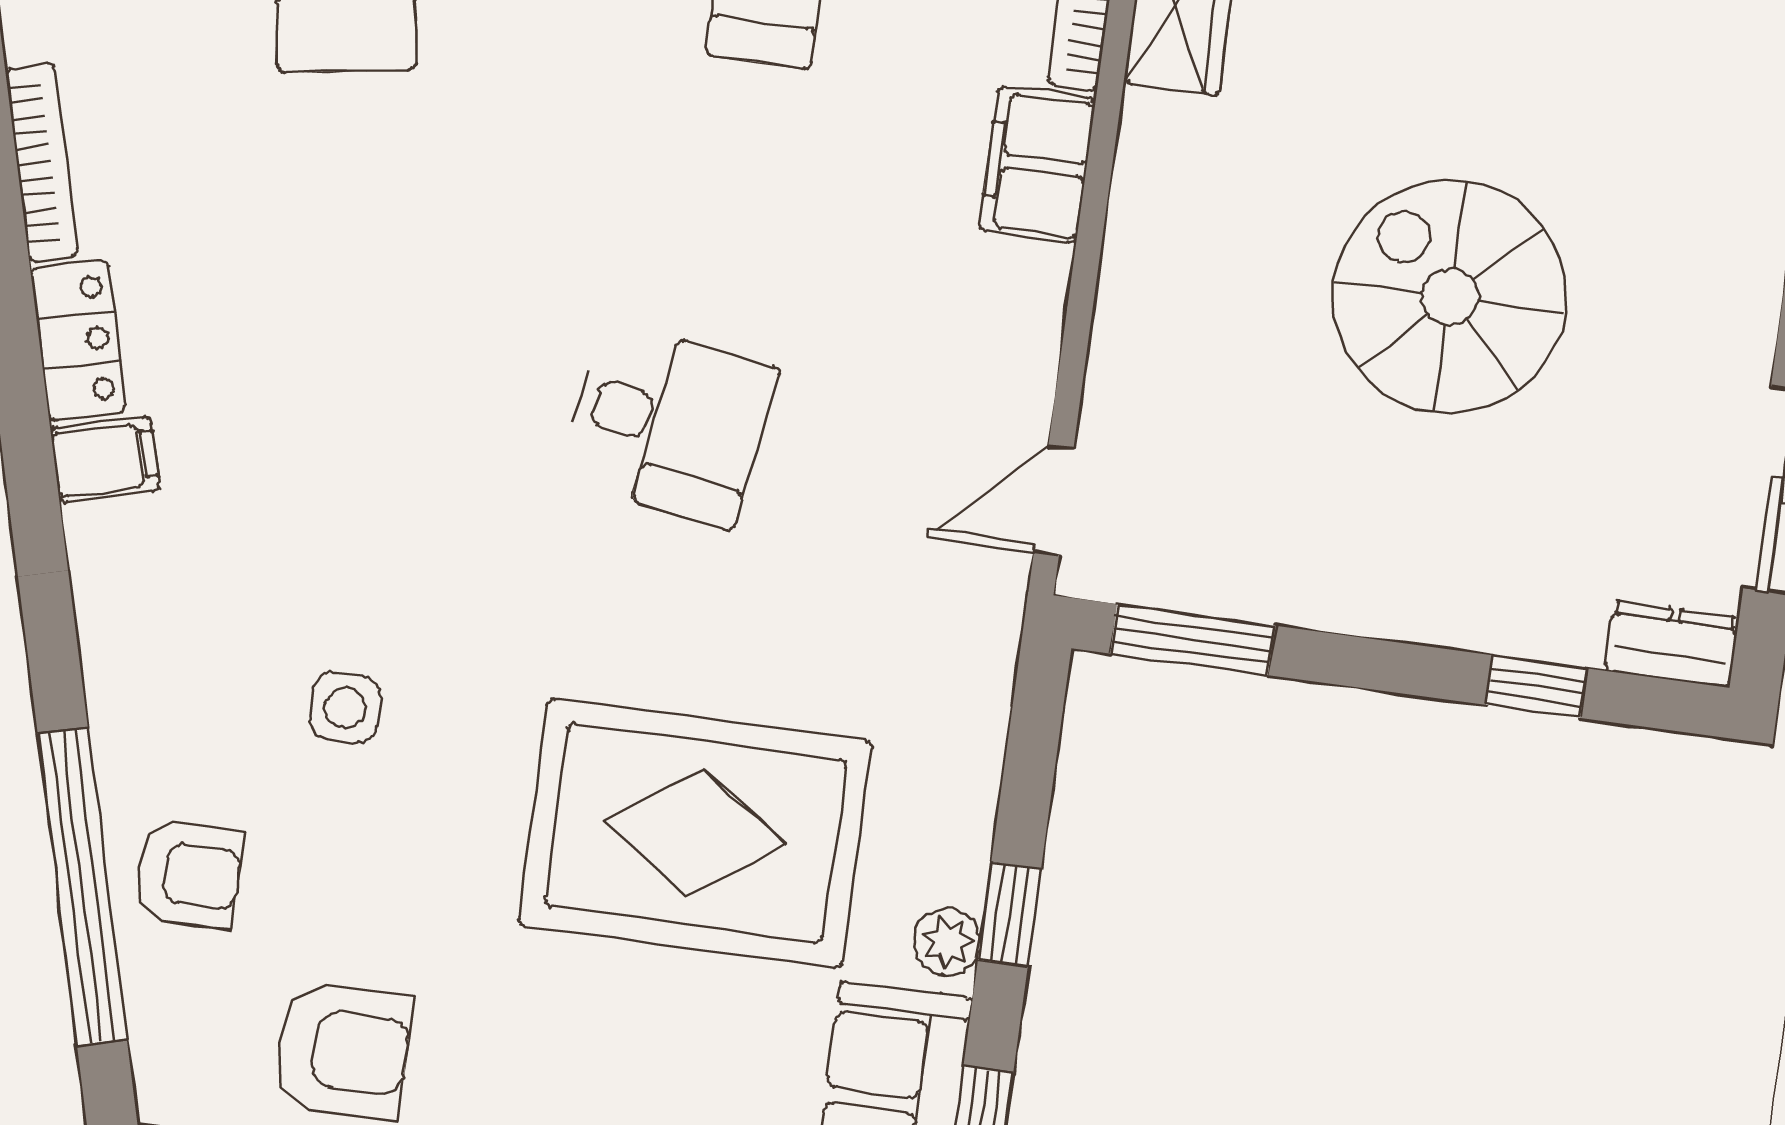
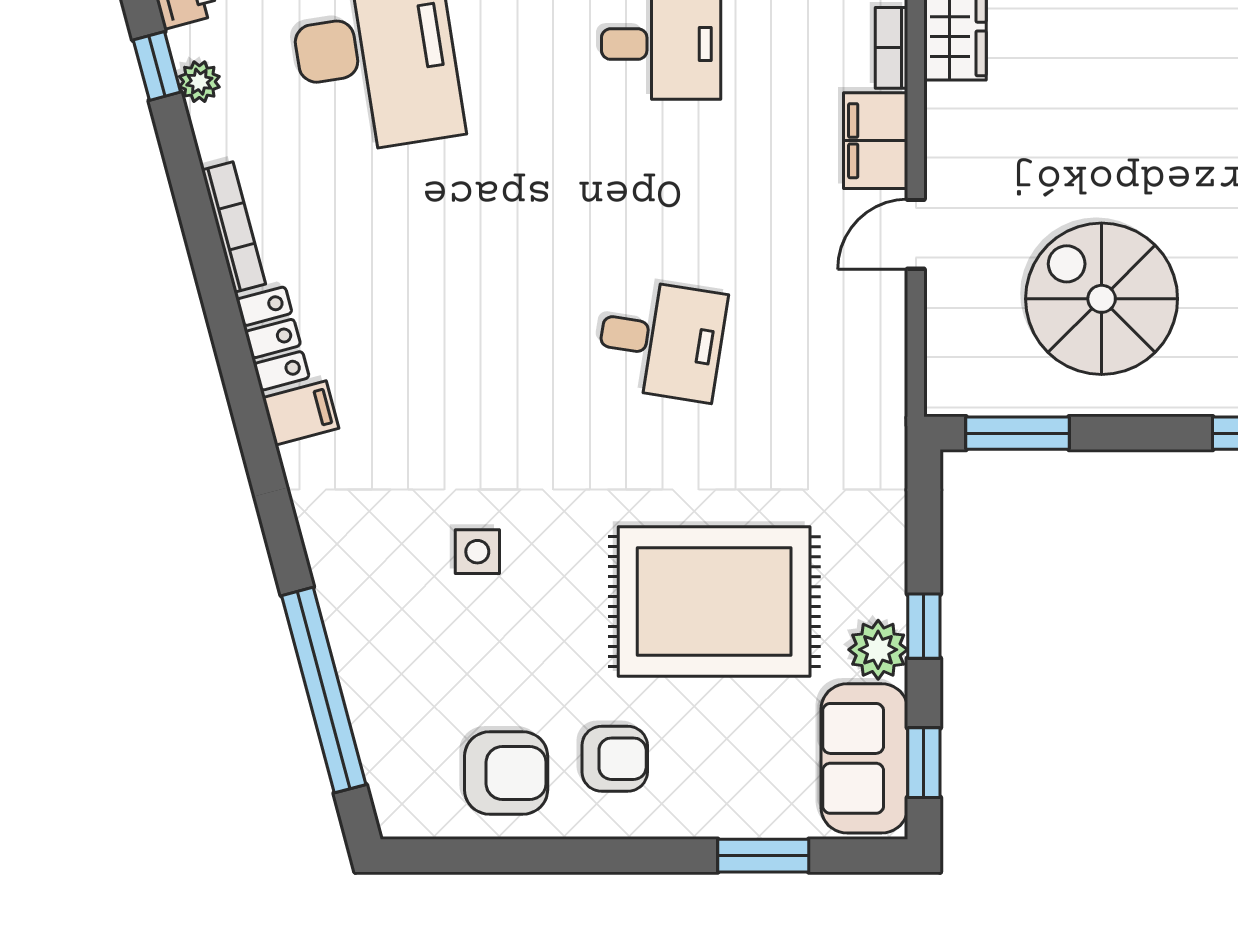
spiral stairs: (1450, 297) -> (1102, 299), moved
door: (1054, 500) -> (916, 234), moved
armchair: (188, 874) -> (615, 759), moved
plant: (947, 942) -> (878, 650), width x1.38, depth x1.38

